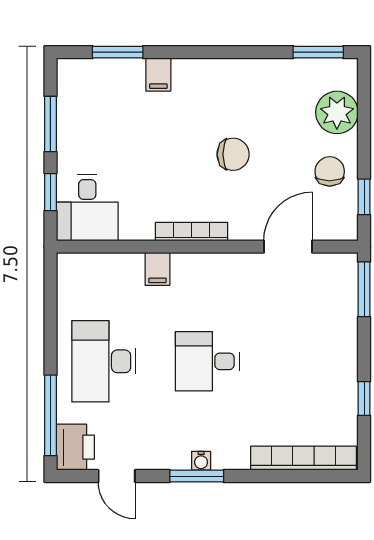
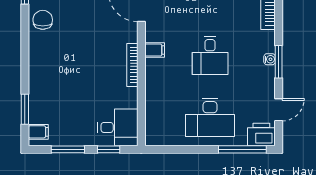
filing cabinet: (158, 74) -> (38, 132), moved
chair: (233, 154) -> (43, 20), moved
filing cabinet: (158, 269) -> (155, 50), moved

